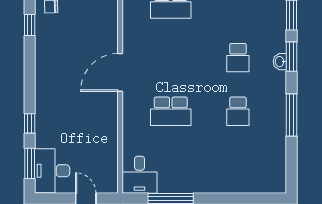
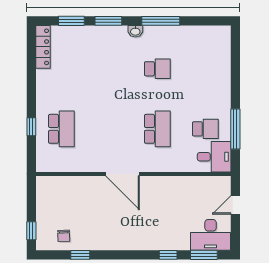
school desk: (238, 58) -> (205, 129), moved
washbasin: (280, 62) -> (135, 31), moved

